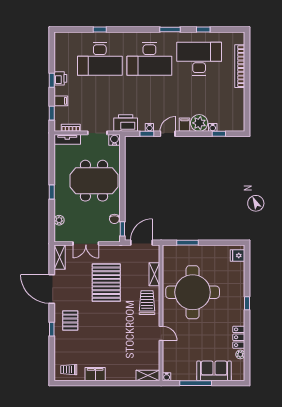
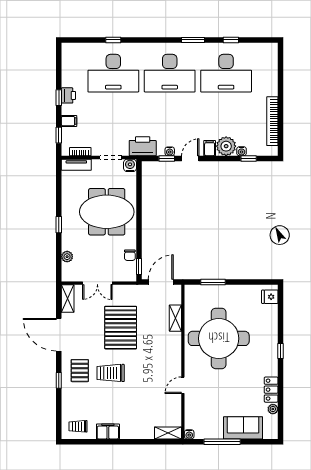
desk: (199, 59) -> (226, 73), turned 180
bookcase: (240, 66) -> (272, 121), moved
trolley: (147, 303) -> (111, 373), moved, turned -90
door: (161, 333) -> (183, 385), swing flipped

